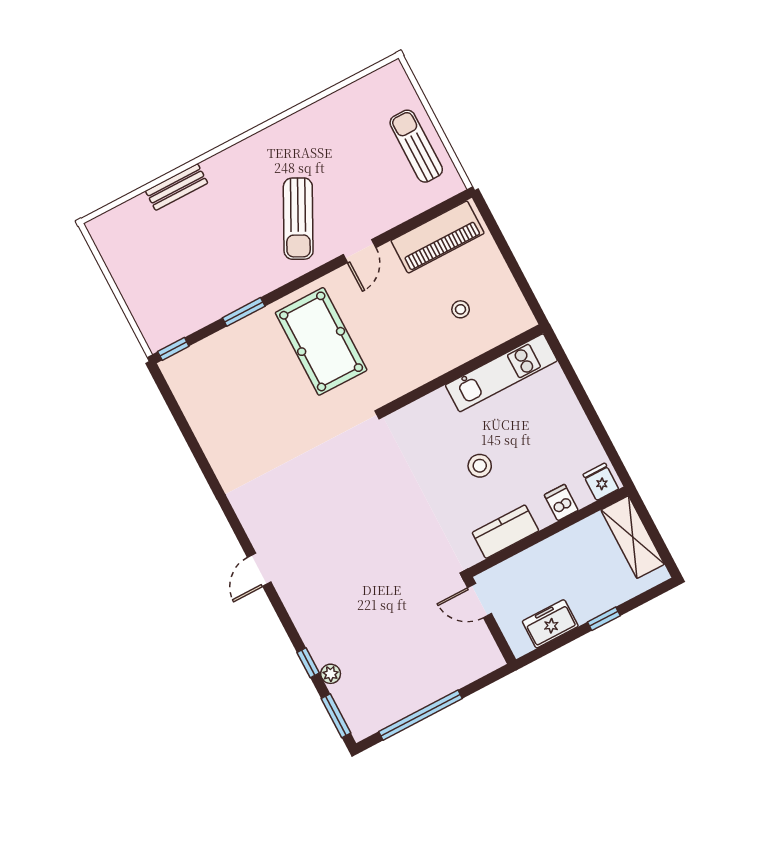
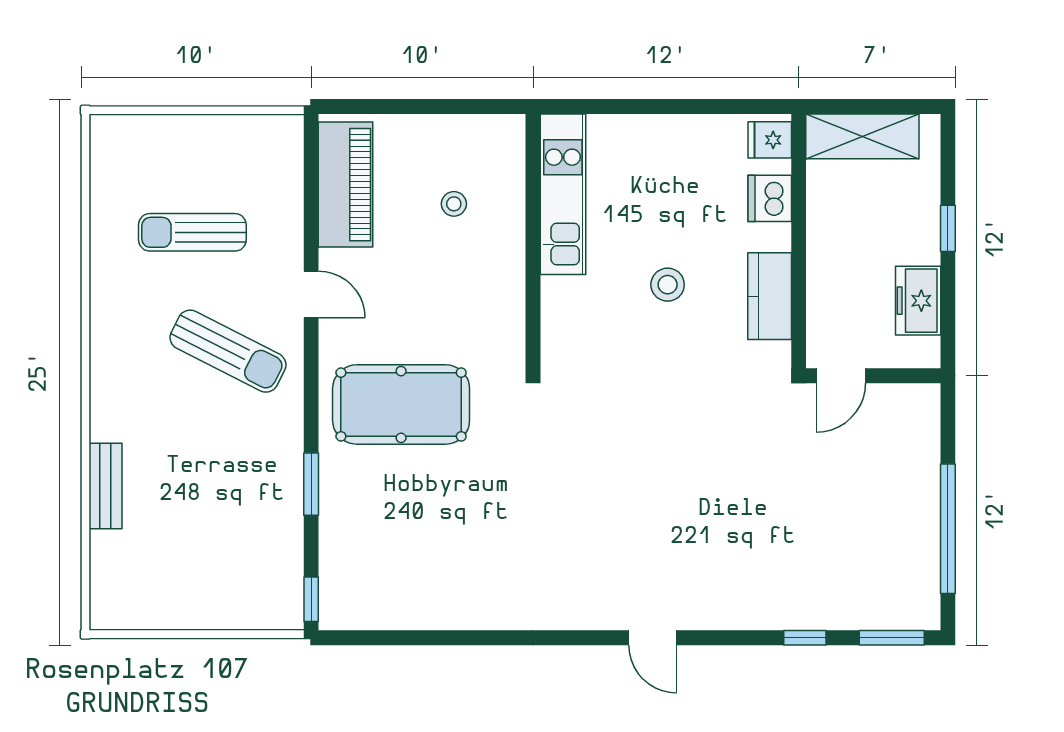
sun lounger: (416, 146) -> (192, 232), moved
dishwasher: (561, 502) -> (770, 198), width x1.38
plant: (331, 674) -> (834, 616), removed

